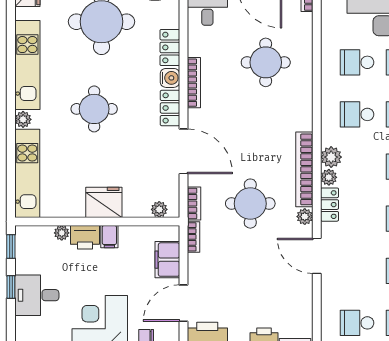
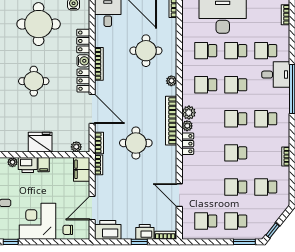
plant: (305, 217) -> (171, 81), moved
door: (317, 256) -> (179, 195), moved
filing cabinet: (167, 260) -> (82, 169), moved

